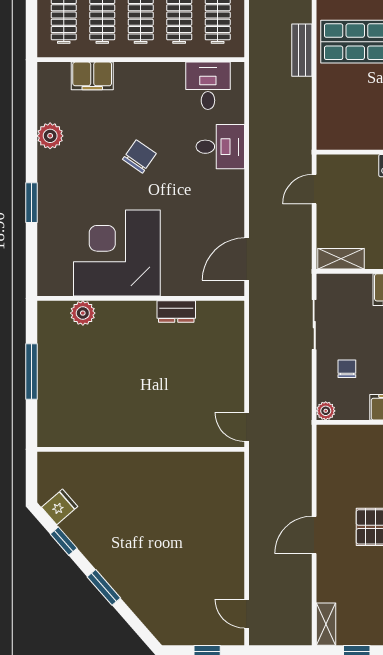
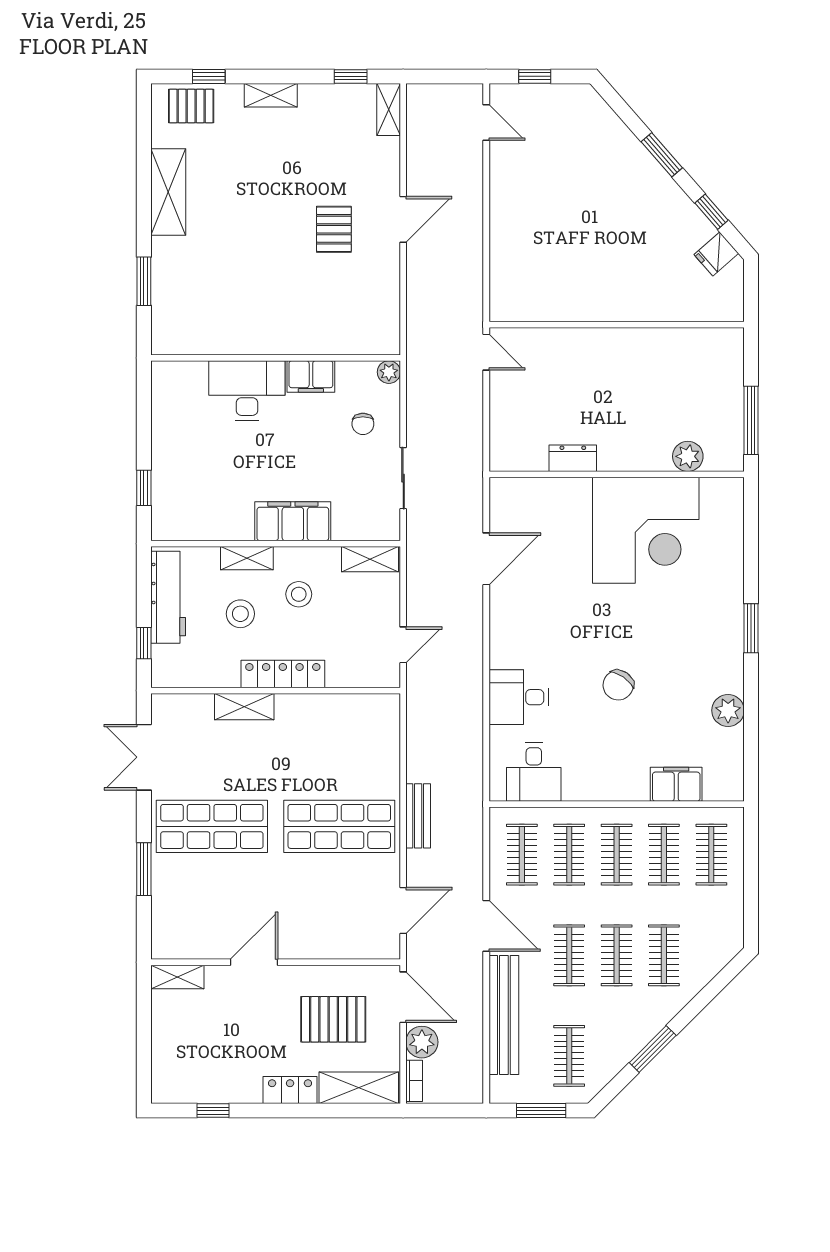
corner desk: (117, 253) -> (646, 530), moved
wall: (141, 298) -> (617, 474), moved
dresser: (176, 312) -> (573, 458), moved
plant: (83, 313) -> (688, 456), moved

